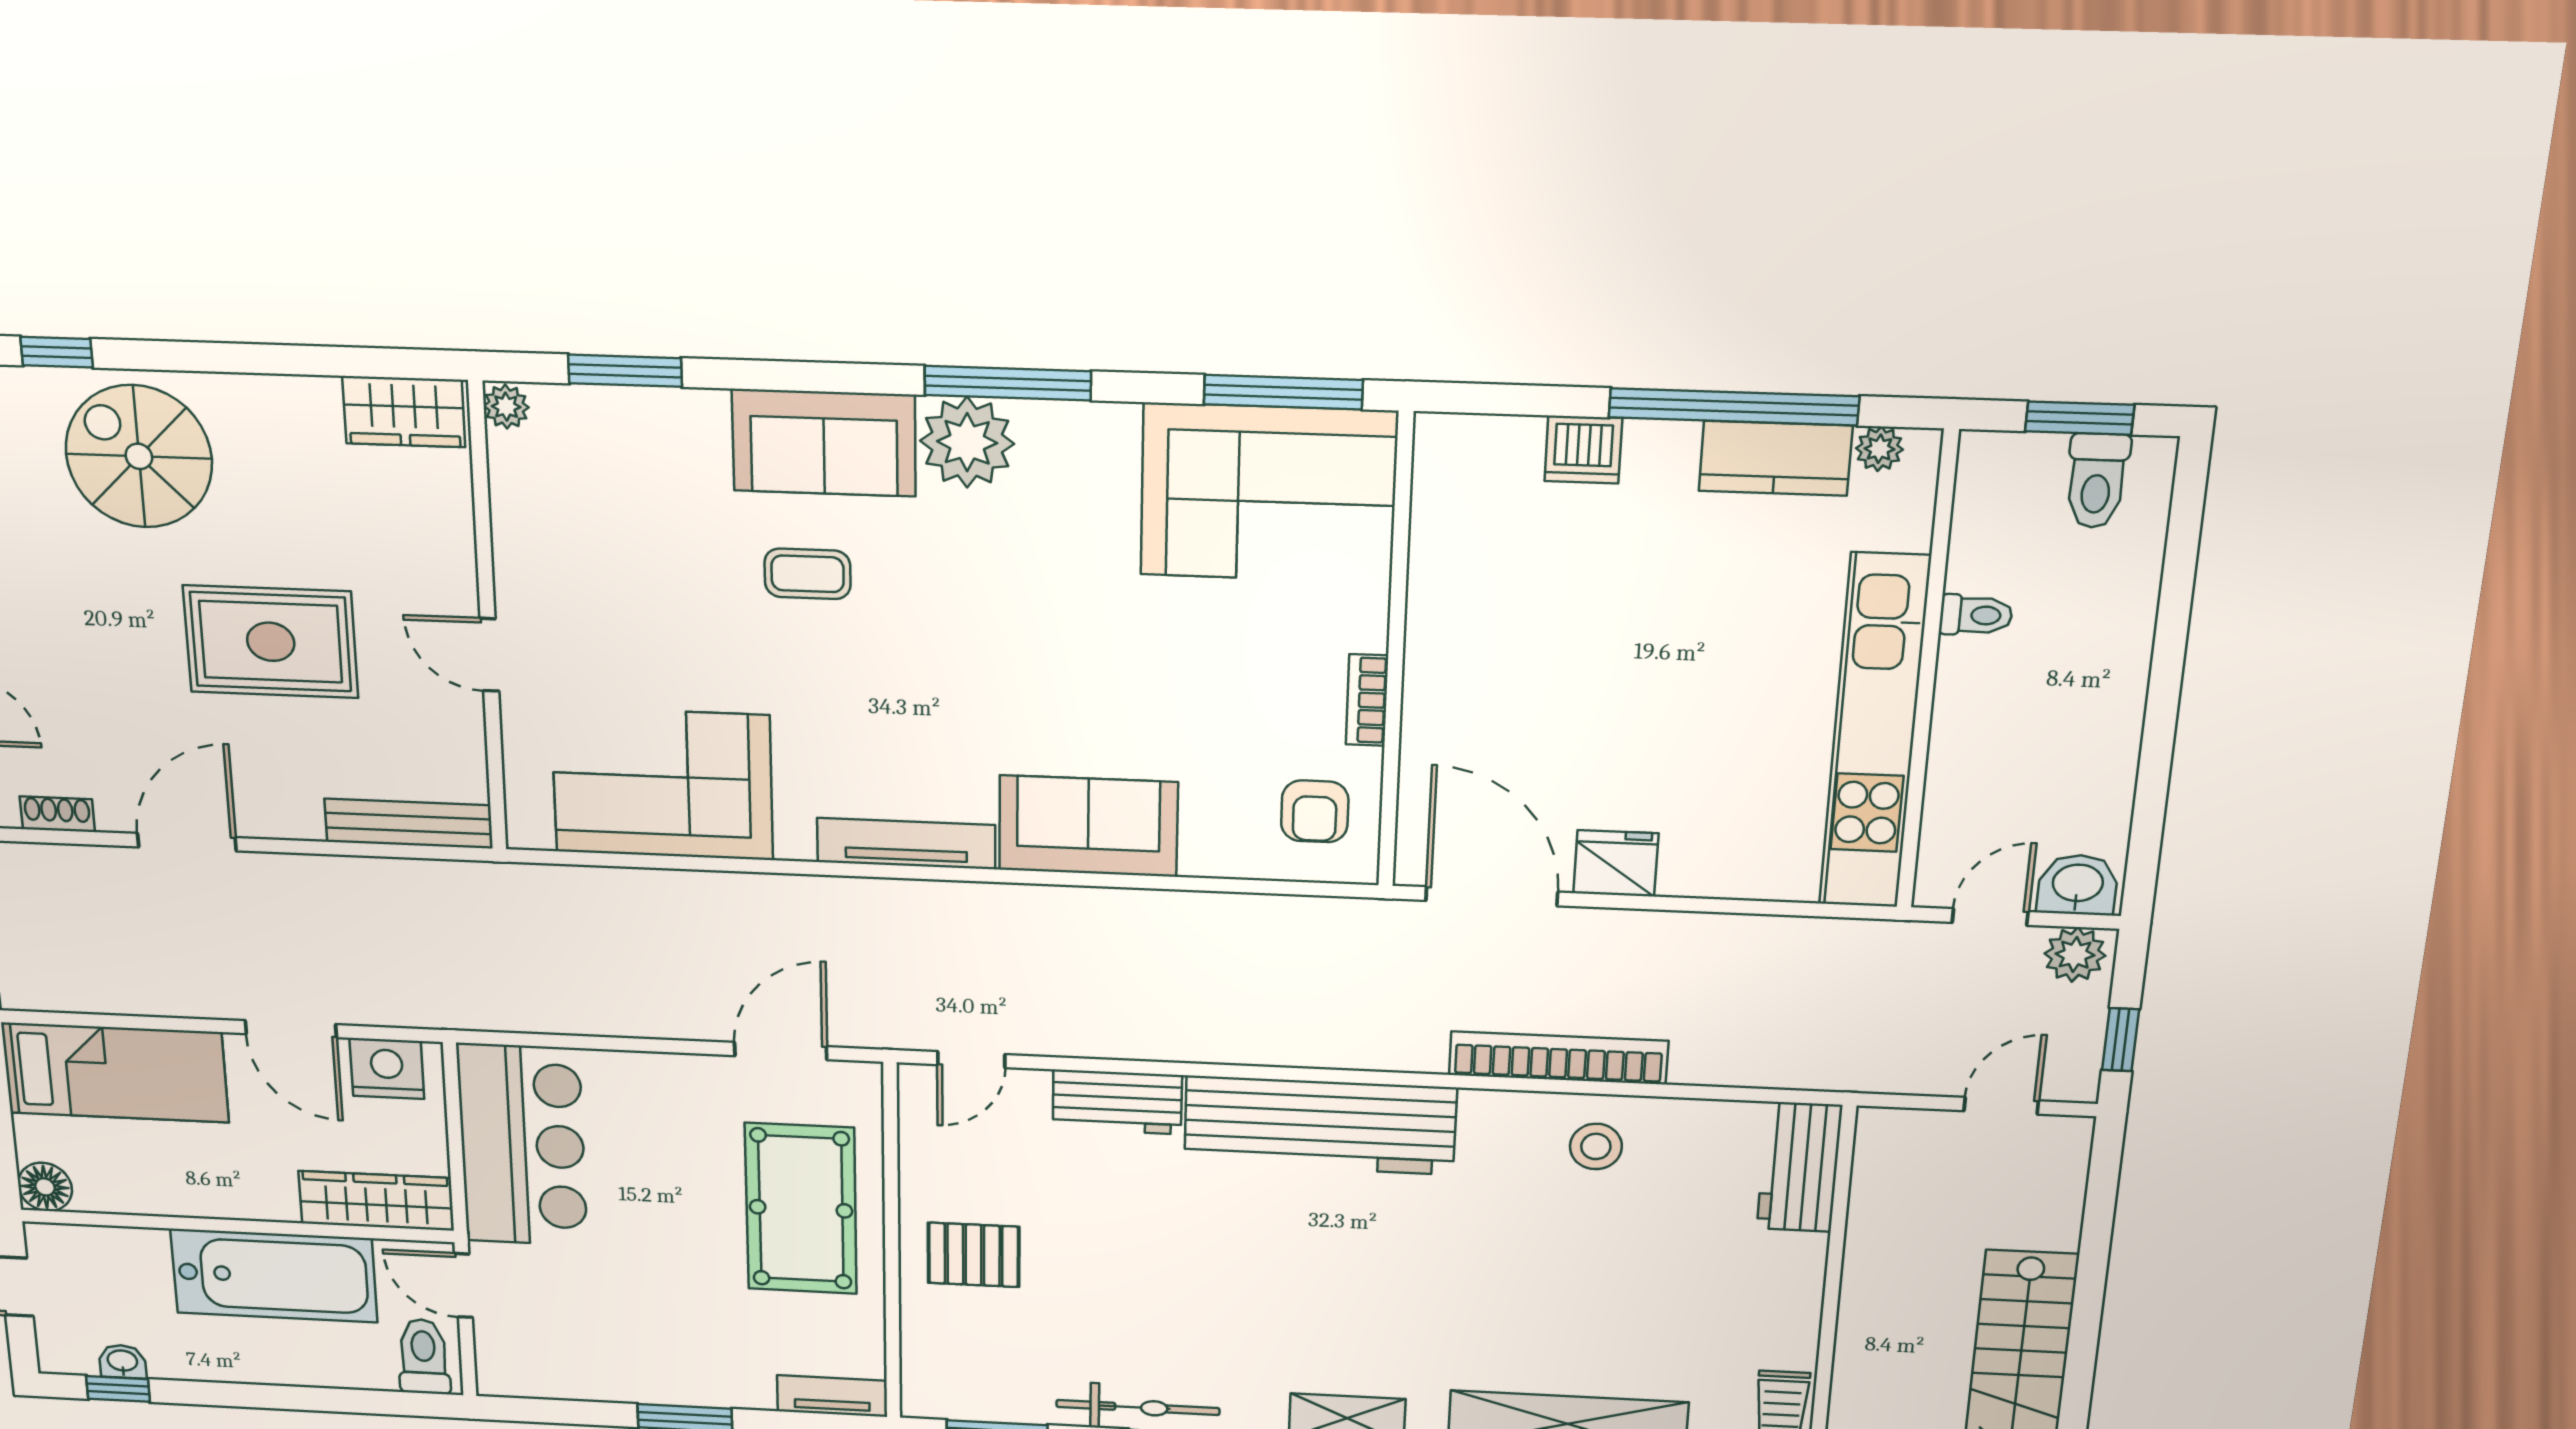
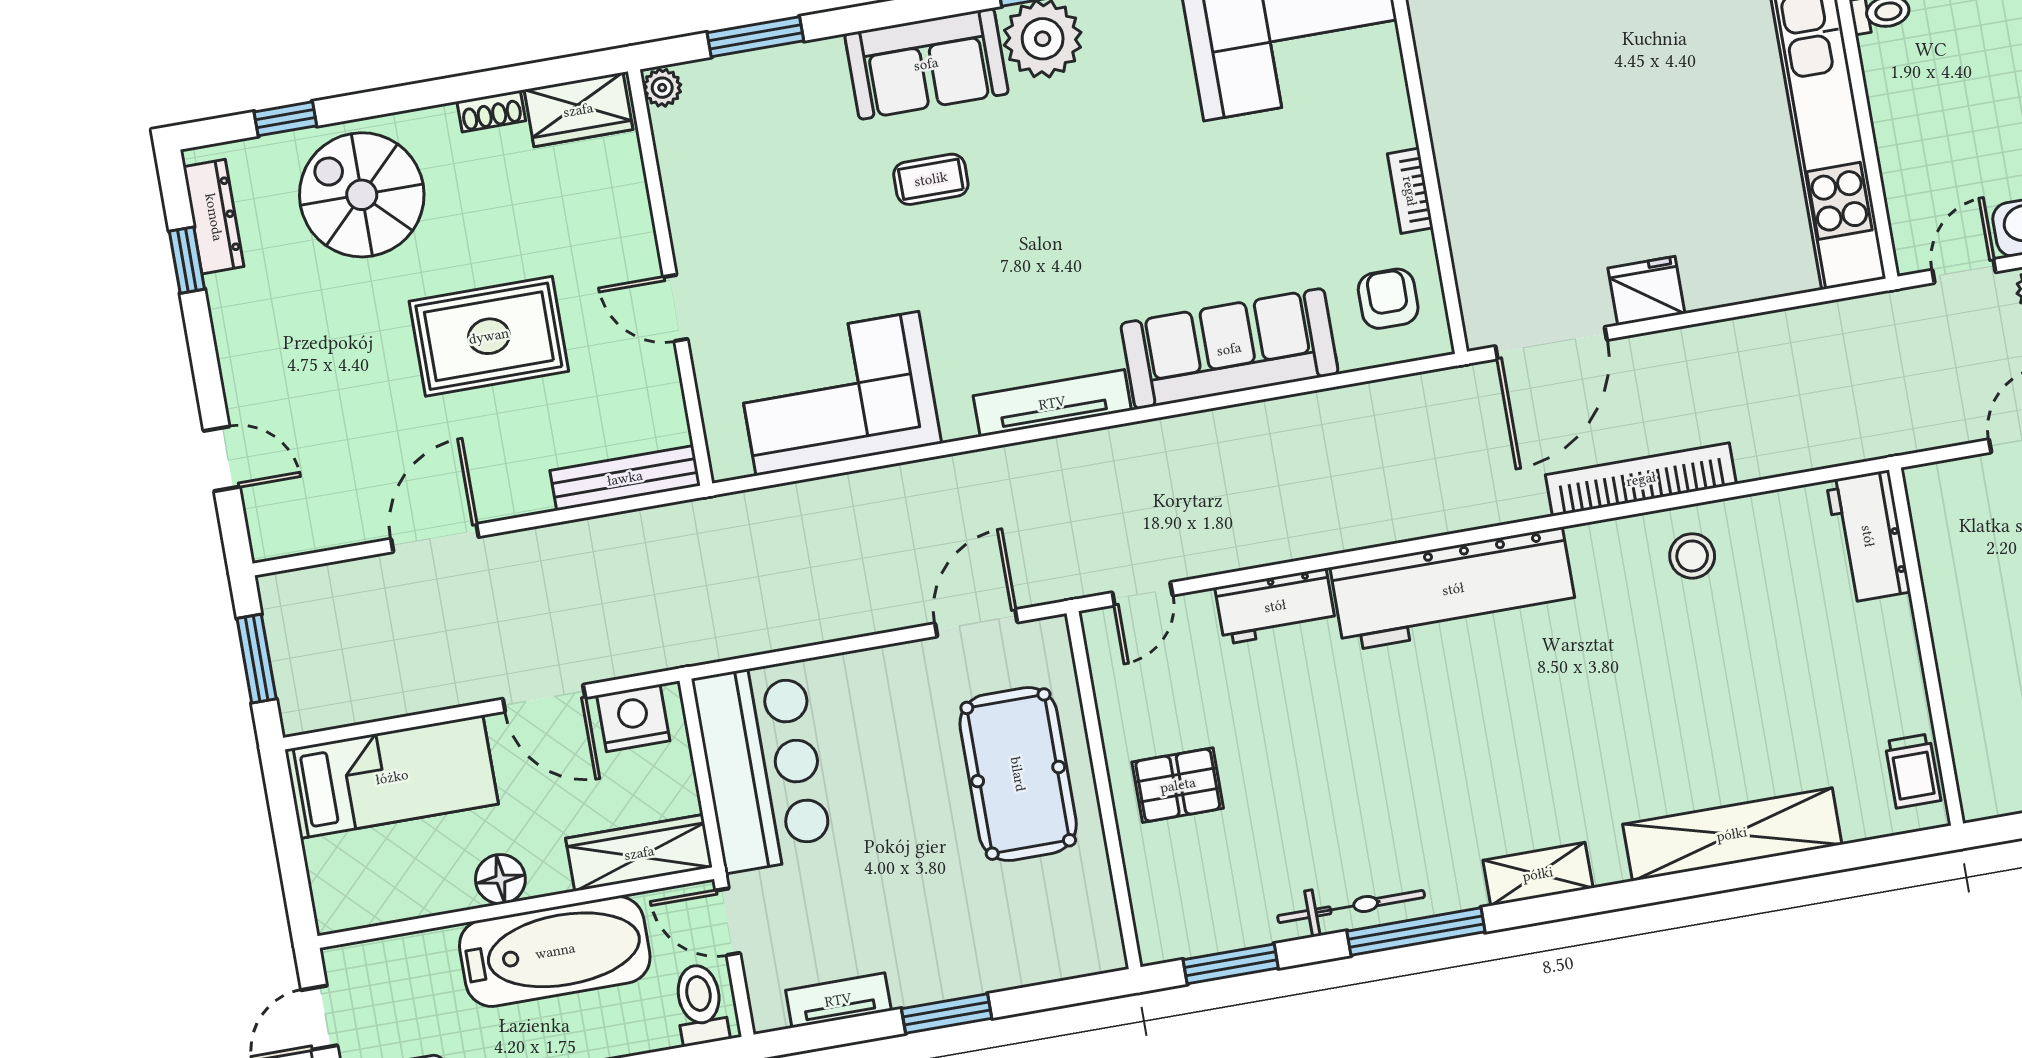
armchair: (1315, 811) -> (1388, 299), turned 180
shoe rack: (57, 814) -> (491, 111), moved, turned 180
sofa: (1088, 826) -> (1229, 349), width x1.36
door: (1492, 896) -> (1551, 343), swing flipped
floor lamp: (45, 1187) -> (500, 879), moved
tv unit: (832, 1396) -> (838, 1000), moved

